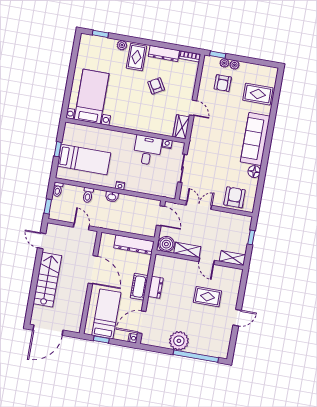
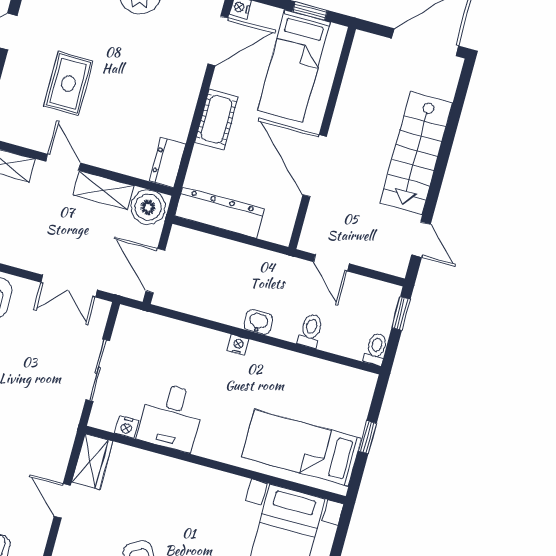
bed: (84, 159) -> (302, 448), moved
dresser: (156, 287) -> (167, 162), moved
rug: (207, 297) -> (68, 84), turned 90

